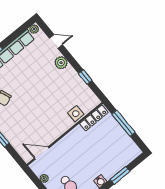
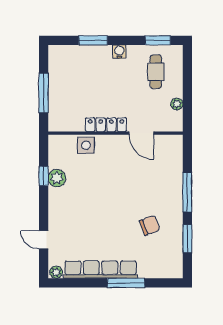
plant: (61, 63) -> (57, 178), moved
locker: (94, 118) -> (106, 125), moved
door: (42, 153) -> (141, 133), moved

